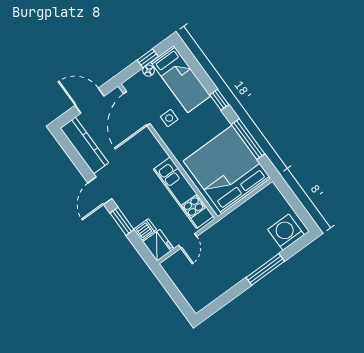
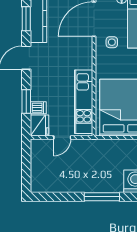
window: (73, 155) -> (26, 19), added
window: (122, 221) -> (26, 102), moved

